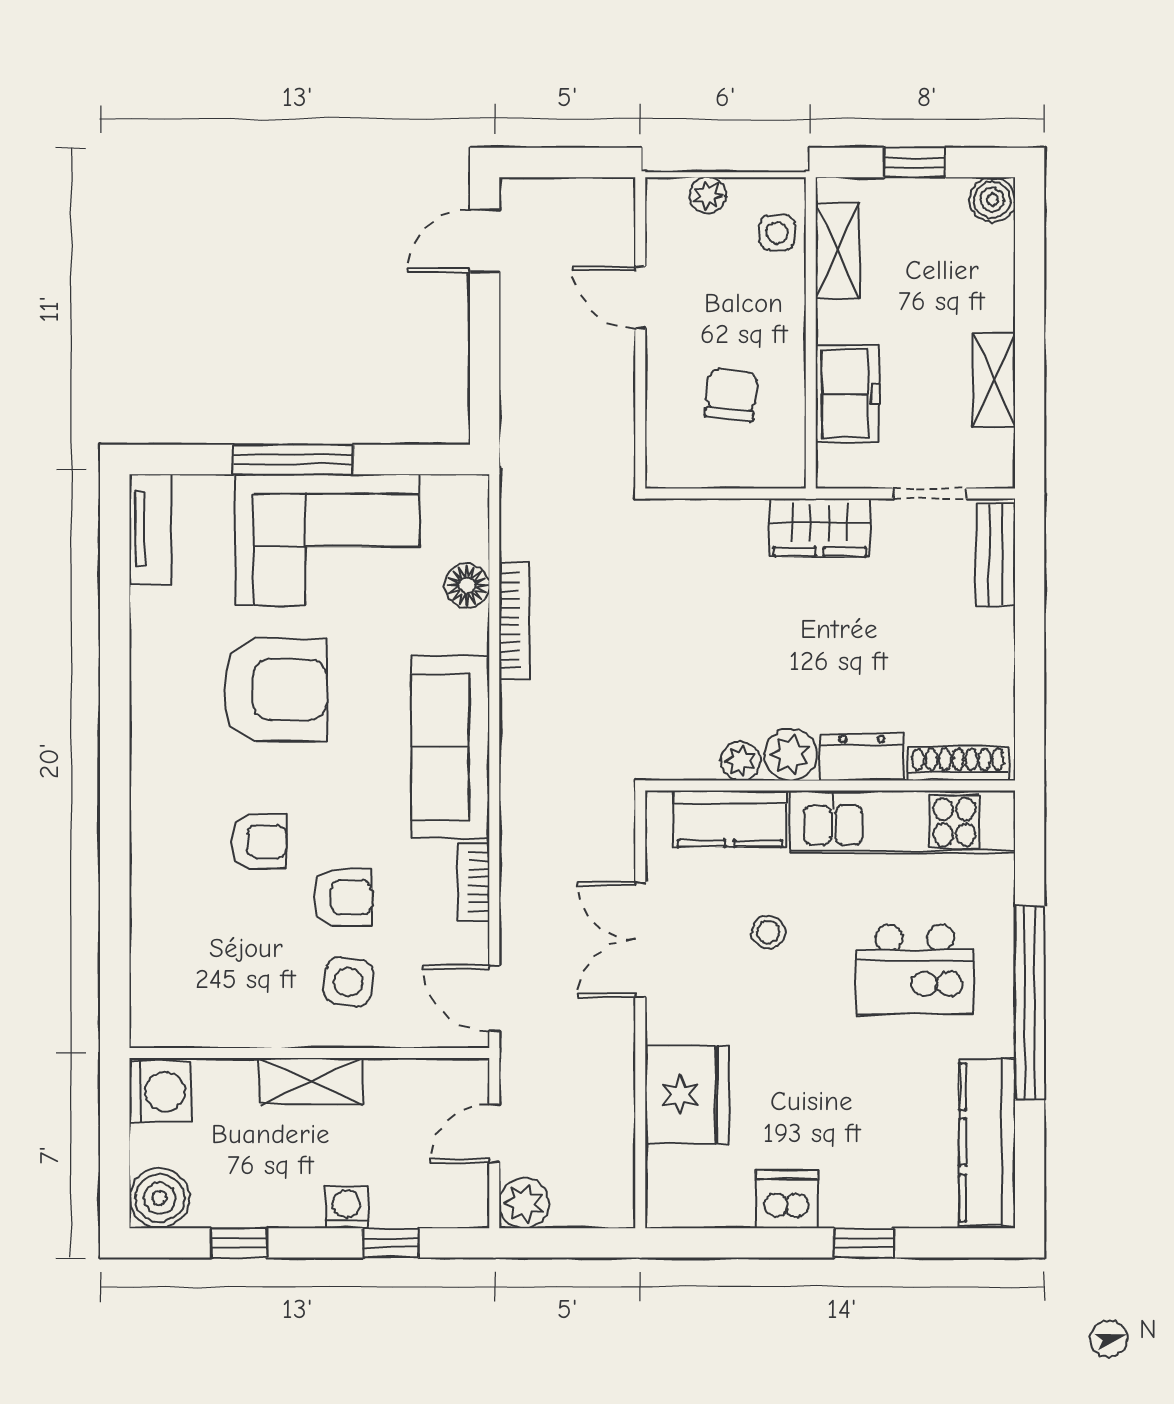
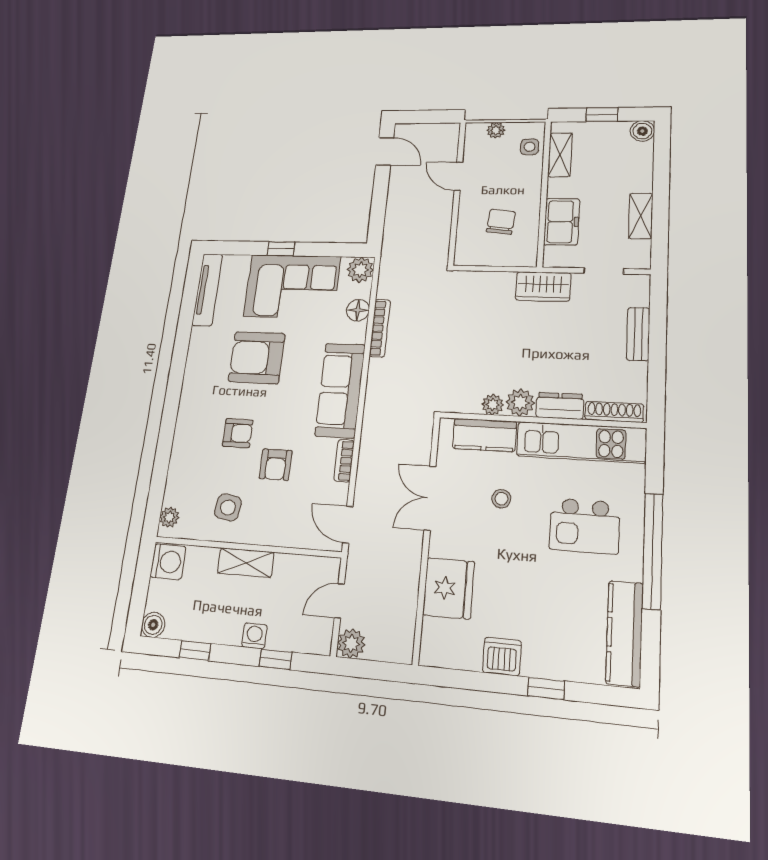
door: (485, 241) -> (385, 151), swing flipped
window: (293, 459) -> (281, 249), width x0.46
plant: (462, 501) -> (360, 270), added
tv unit: (150, 529) -> (207, 290), width x1.41
bench: (996, 554) -> (638, 334), moved
armchair: (275, 690) -> (257, 358), turned 180
armchair: (343, 897) -> (276, 465), turned 90
side table: (348, 982) -> (228, 507), moved
plant: (149, 1010) -> (169, 517), added
boiler: (160, 1198) -> (153, 625), width x0.73, depth x0.73

